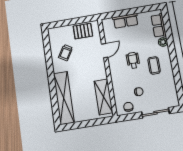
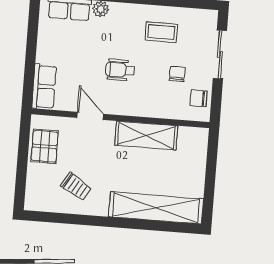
row of seats: (126, 21) -> (44, 87), moved
coffee table: (154, 65) -> (161, 32), moved
shelving: (103, 97) -> (146, 136), moved

